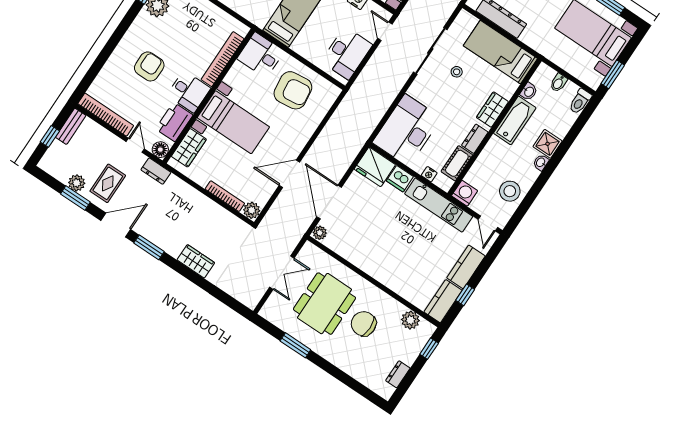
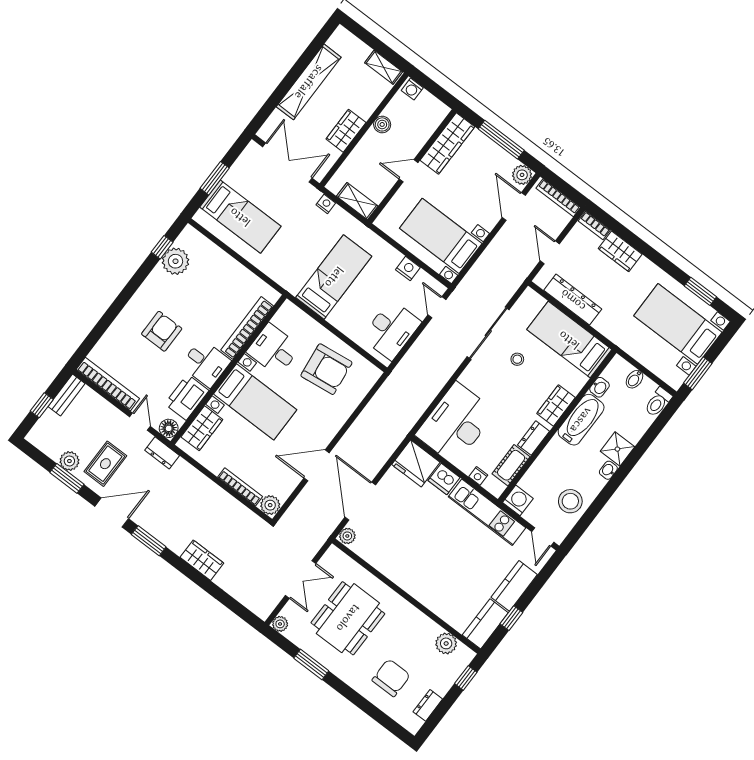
desk: (261, 55) -> (274, 349), moved
plant: (266, 312) -> (280, 624), added
chair: (364, 324) -> (391, 678), moved, turned 90

